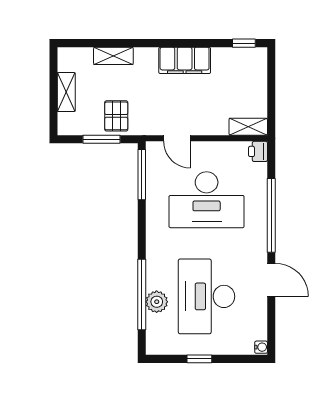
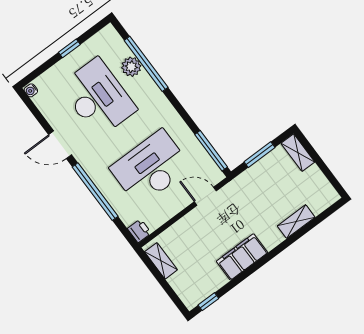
shelving: (66, 92) -> (298, 153), moved
pallet: (116, 116) -> (261, 180), removed
shelving: (248, 127) -> (161, 261), moved, turned 90

